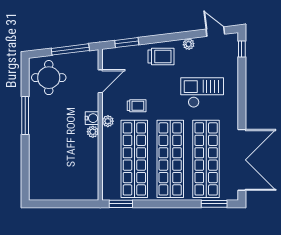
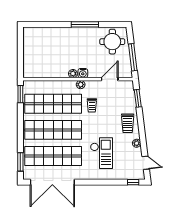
door: (215, 32) -> (146, 163), hinge flipped
door: (100, 81) -> (110, 79), swing flipped

